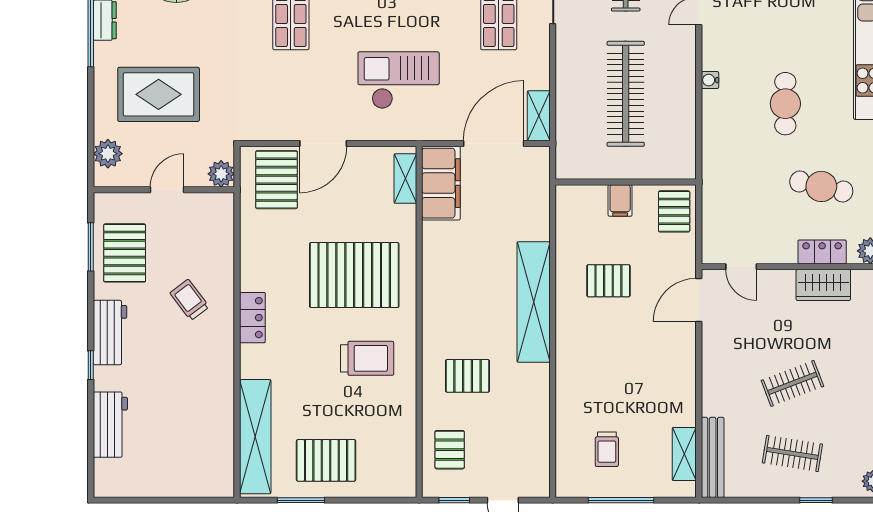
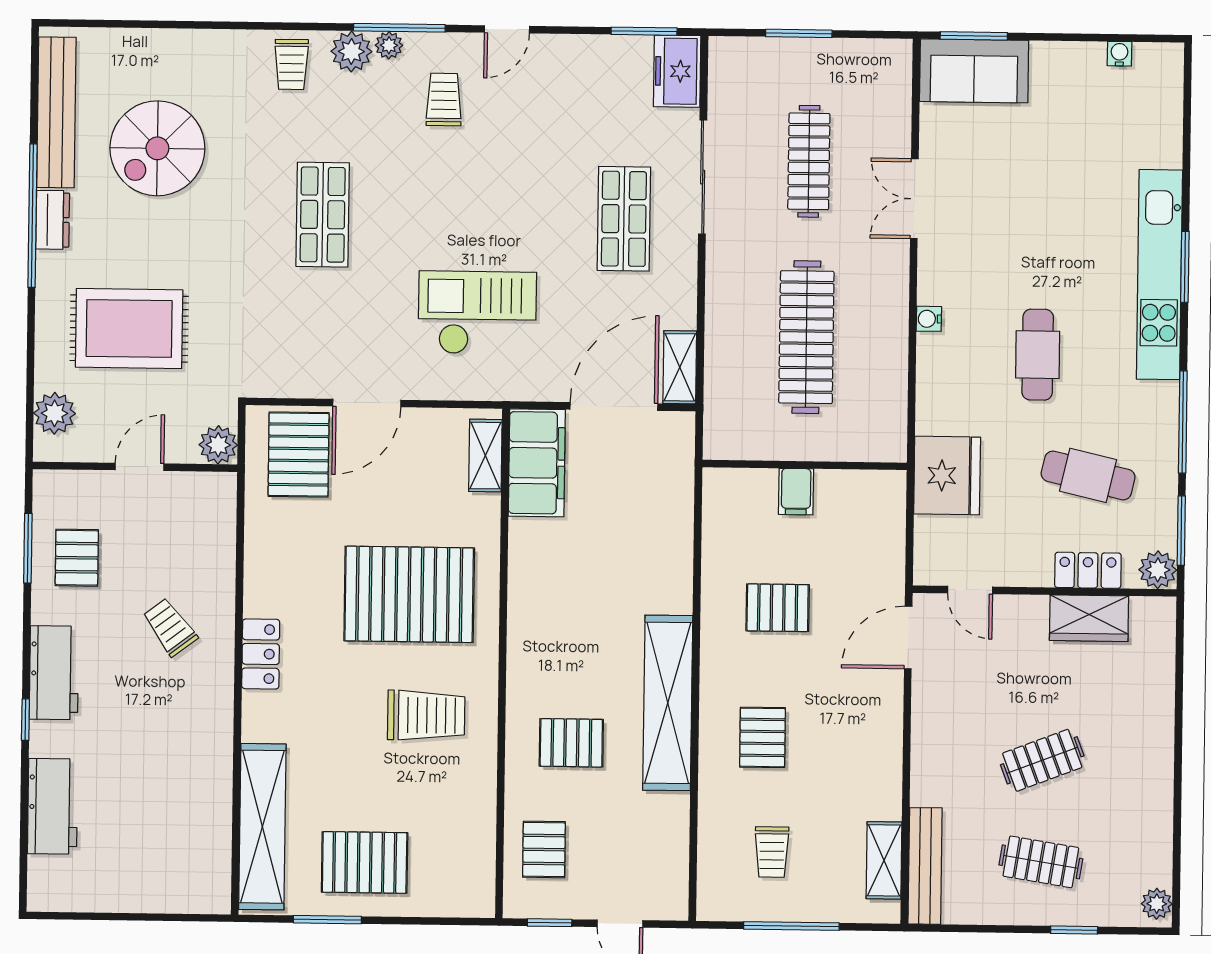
fridge: (724, 188) -> (947, 476), added
pallet: (674, 211) -> (762, 737), moved
pallet: (125, 253) -> (77, 558), width x0.67, depth x0.71
shelving: (534, 302) -> (668, 703), moved

